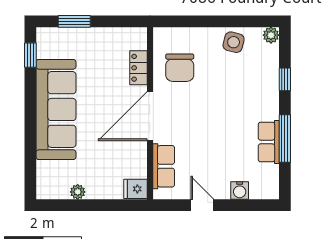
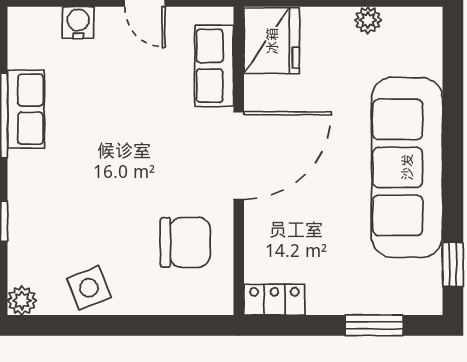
side table: (234, 42) -> (89, 288), turned -35
locker: (138, 68) -> (274, 300), moved, turned -90
chair: (180, 68) -> (185, 242), turned 90
fridge: (135, 189) -> (272, 41), width x1.88, depth x1.34

